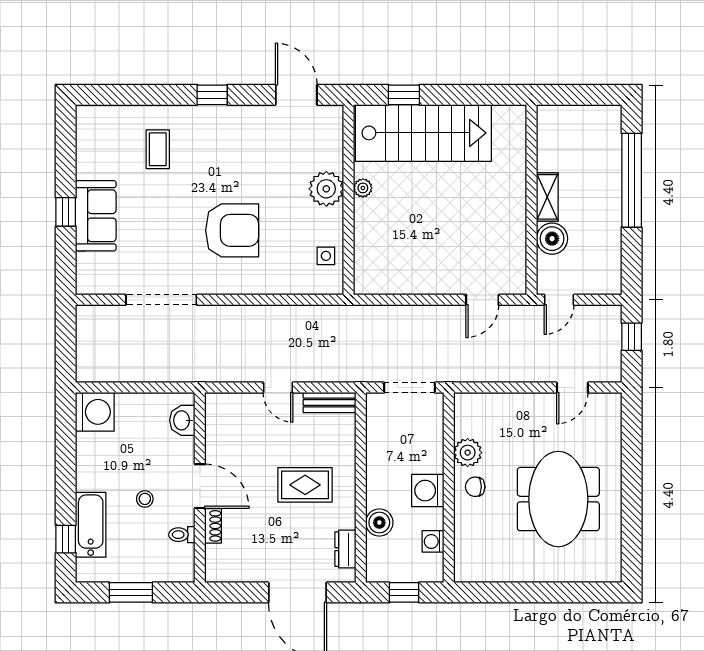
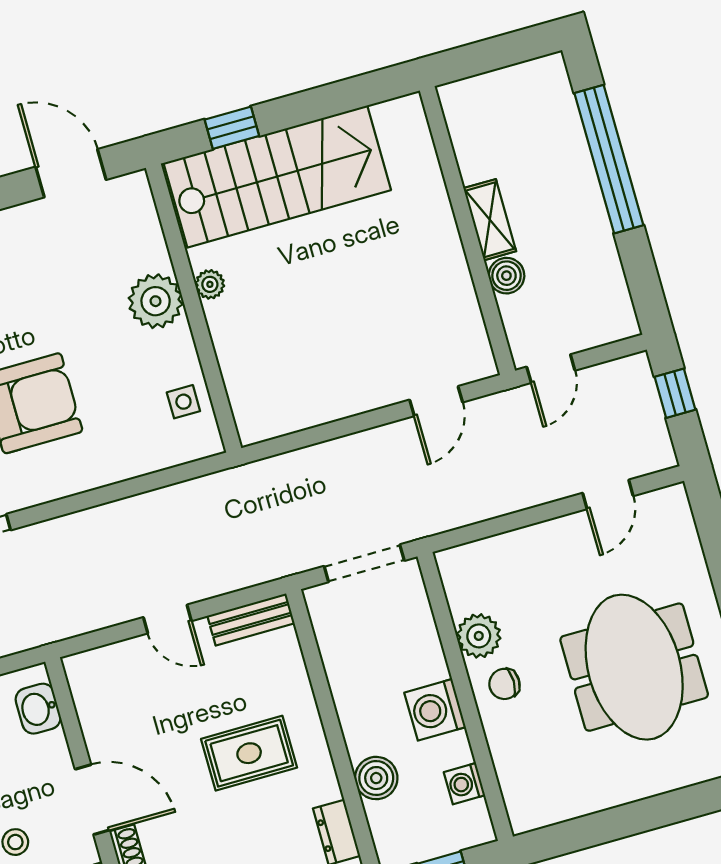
boiler: (552, 239) -> (506, 276), width x0.73, depth x0.73

